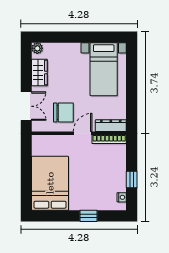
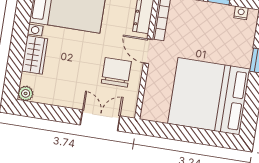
wardrobe: (39, 73) -> (35, 55), moved, turned 90
bed: (50, 183) -> (209, 96), width x1.36

